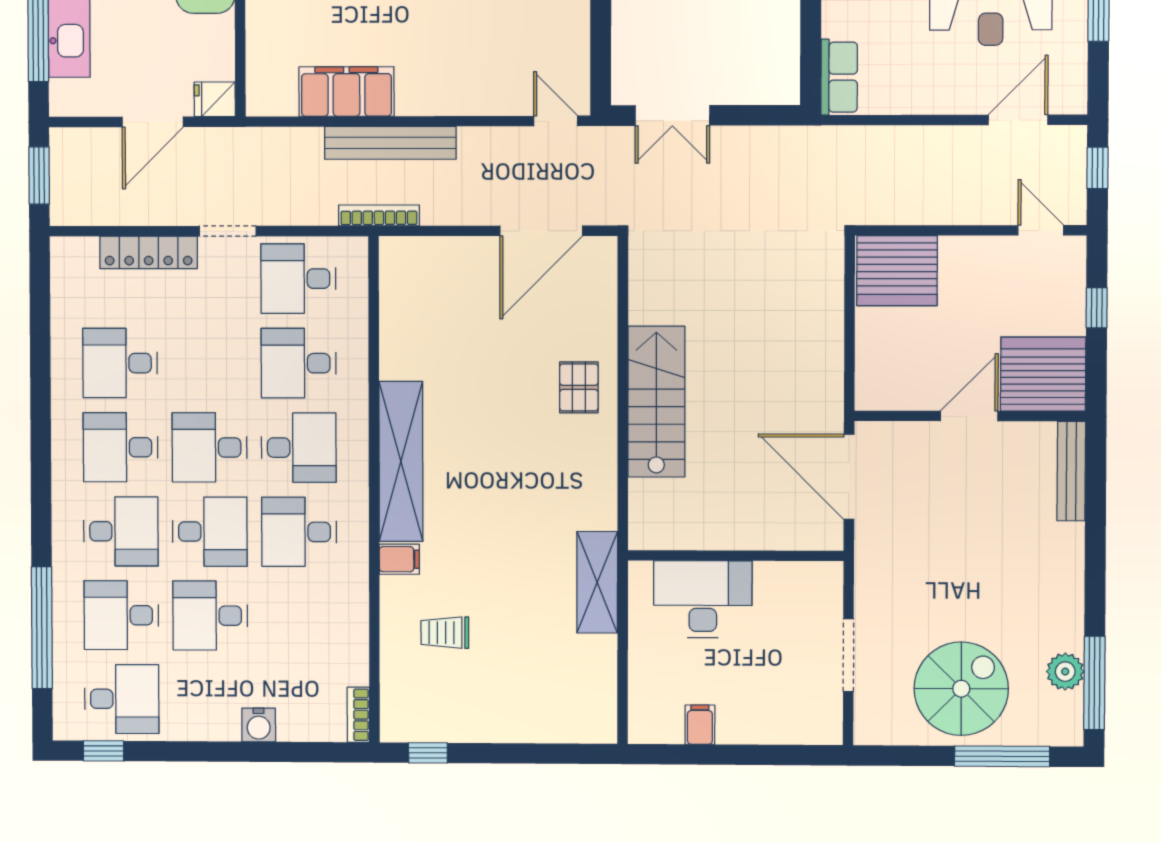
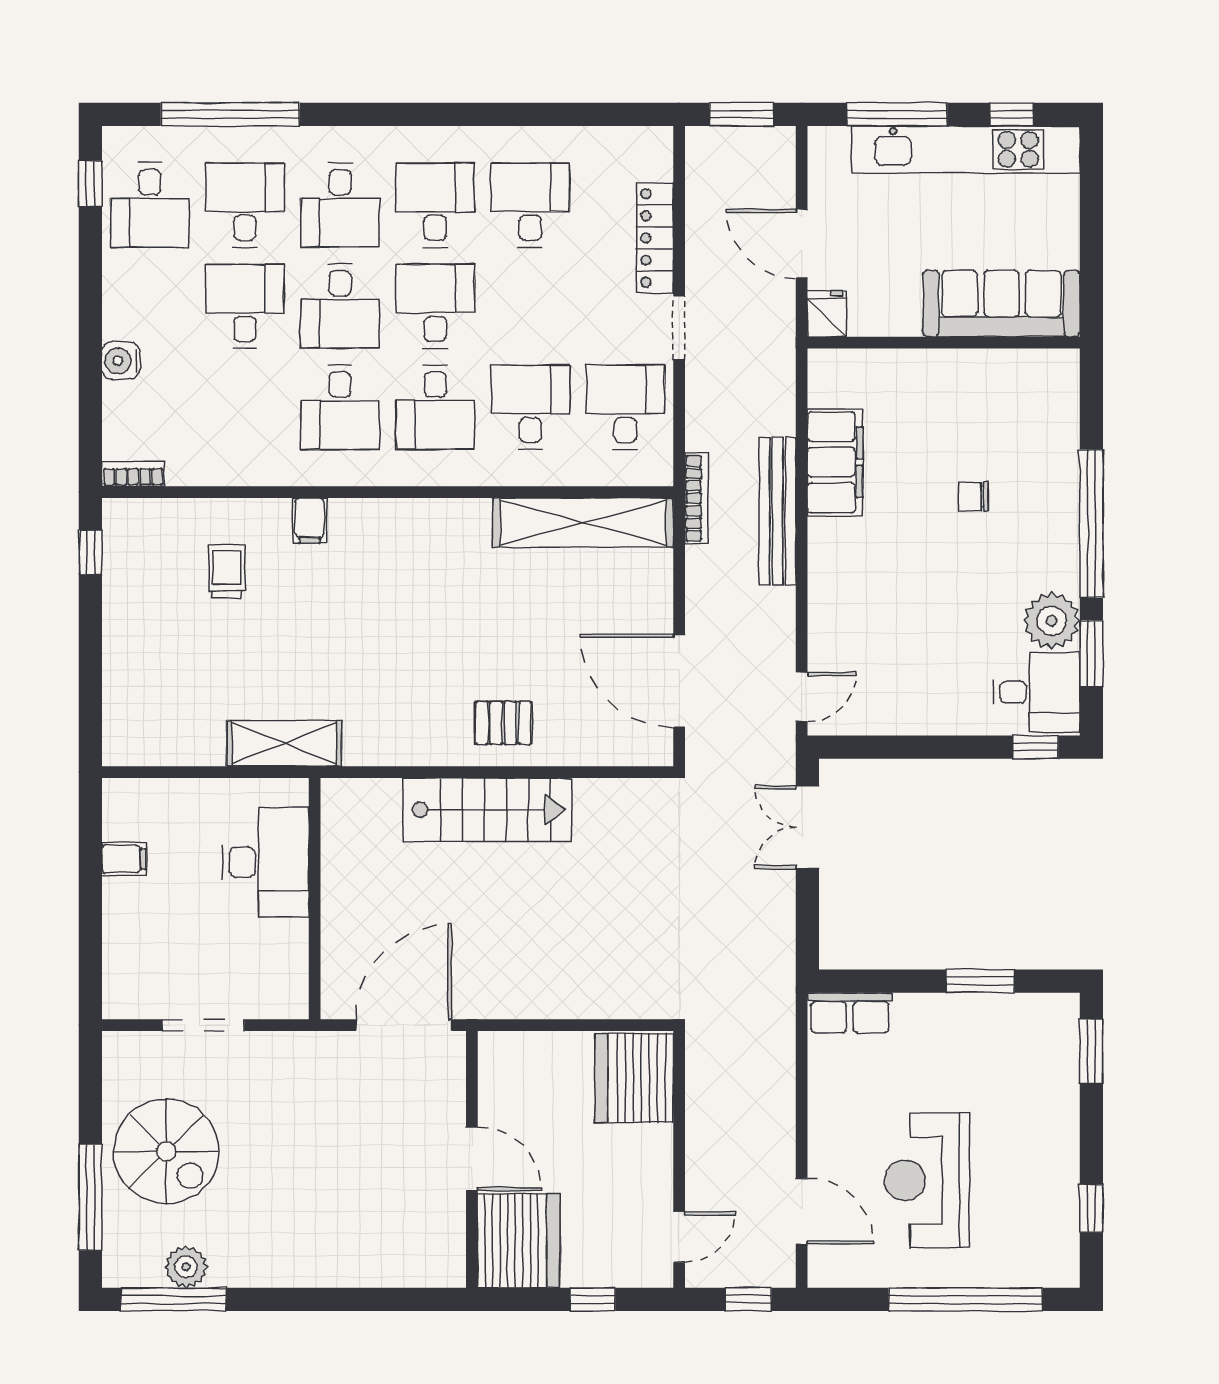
shelving: (401, 461) -> (583, 522), moved
bench: (1071, 471) -> (411, 1272), removed
desk: (299, 532) -> (340, 407), turned 180

